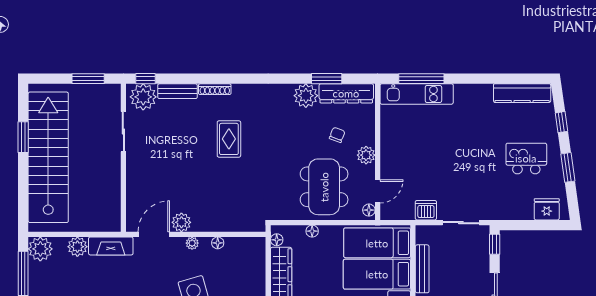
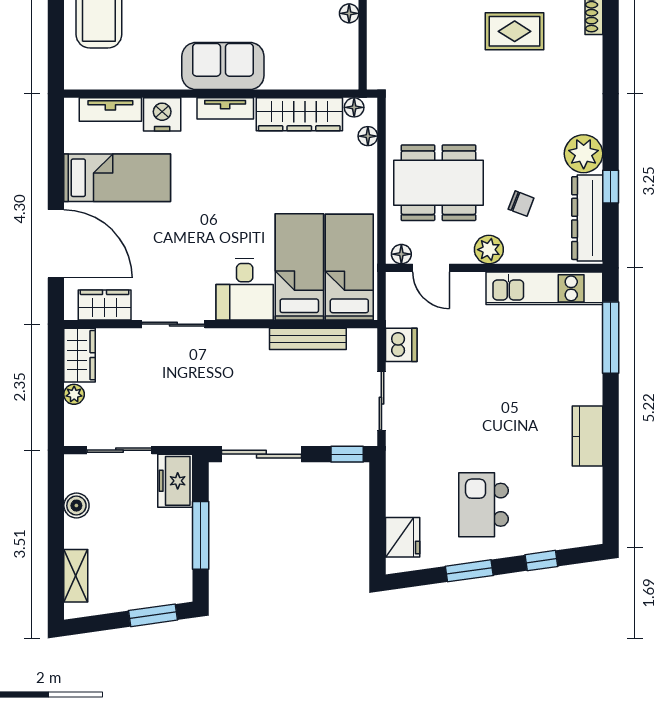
window: (327, 79) -> (611, 187), width x0.67
kitchen counter: (522, 93) -> (588, 436), moved, width x0.67
kitchen unit: (417, 94) -> (544, 288), moved, turned -90
kitchen island: (526, 158) -> (483, 505), turned 180
floor lamp: (312, 231) -> (368, 136), moved

